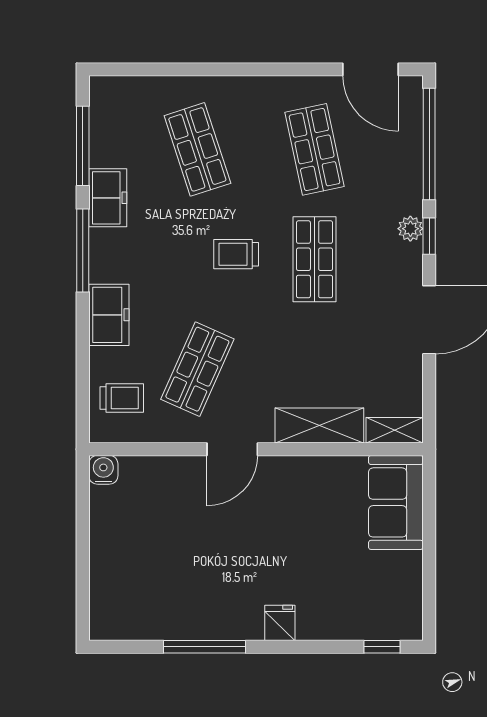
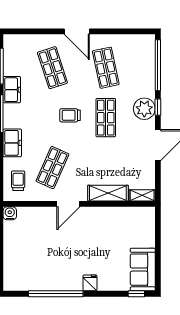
door: (370, 69) -> (77, 31), moved
plant: (410, 229) -> (144, 109), width x1.87, depth x1.87
trolley: (122, 398) -> (18, 181), turned -90
sofa: (396, 502) -> (143, 270), moved
window: (205, 647) -> (56, 294), width x1.46

